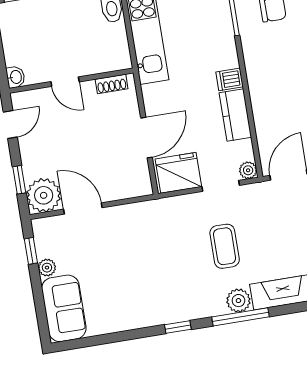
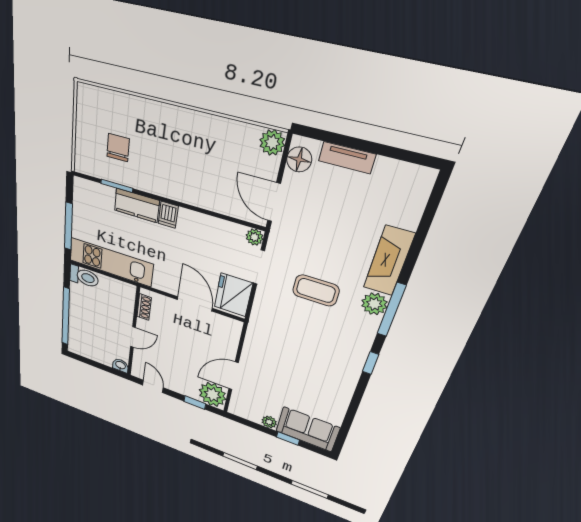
kitchen counter: (235, 115) -> (137, 205), moved
window: (31, 251) -> (288, 439), moved

